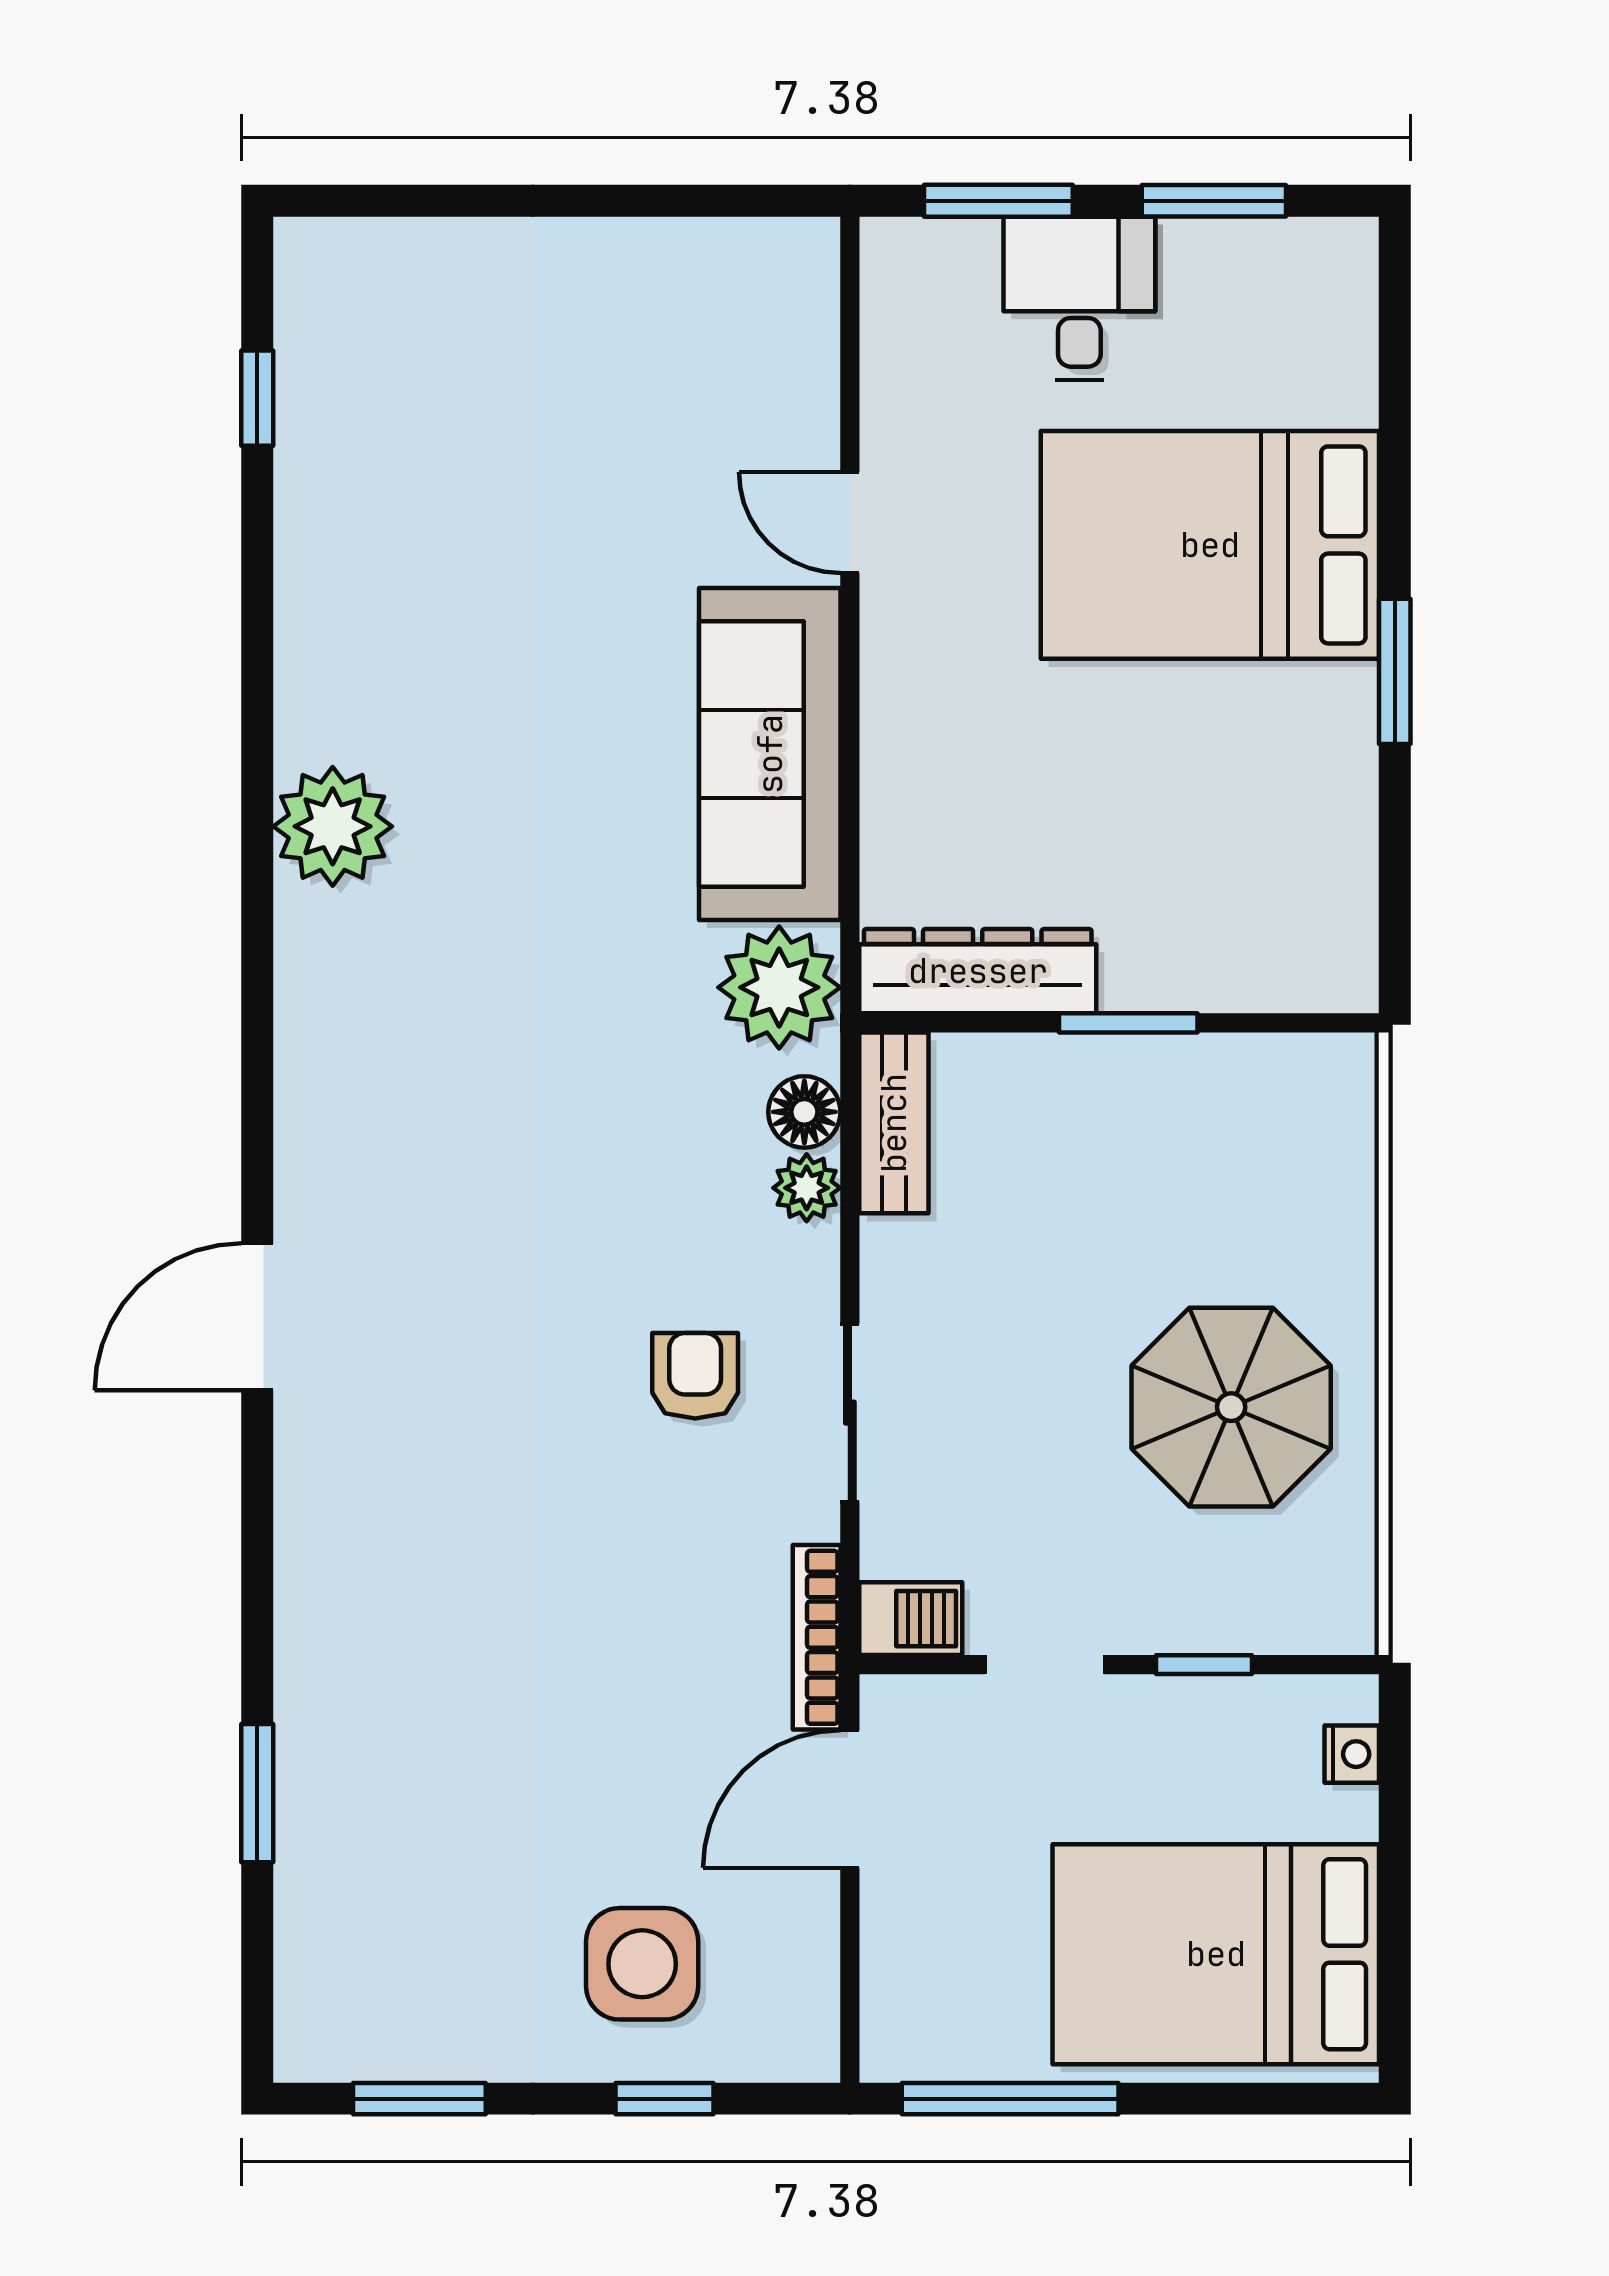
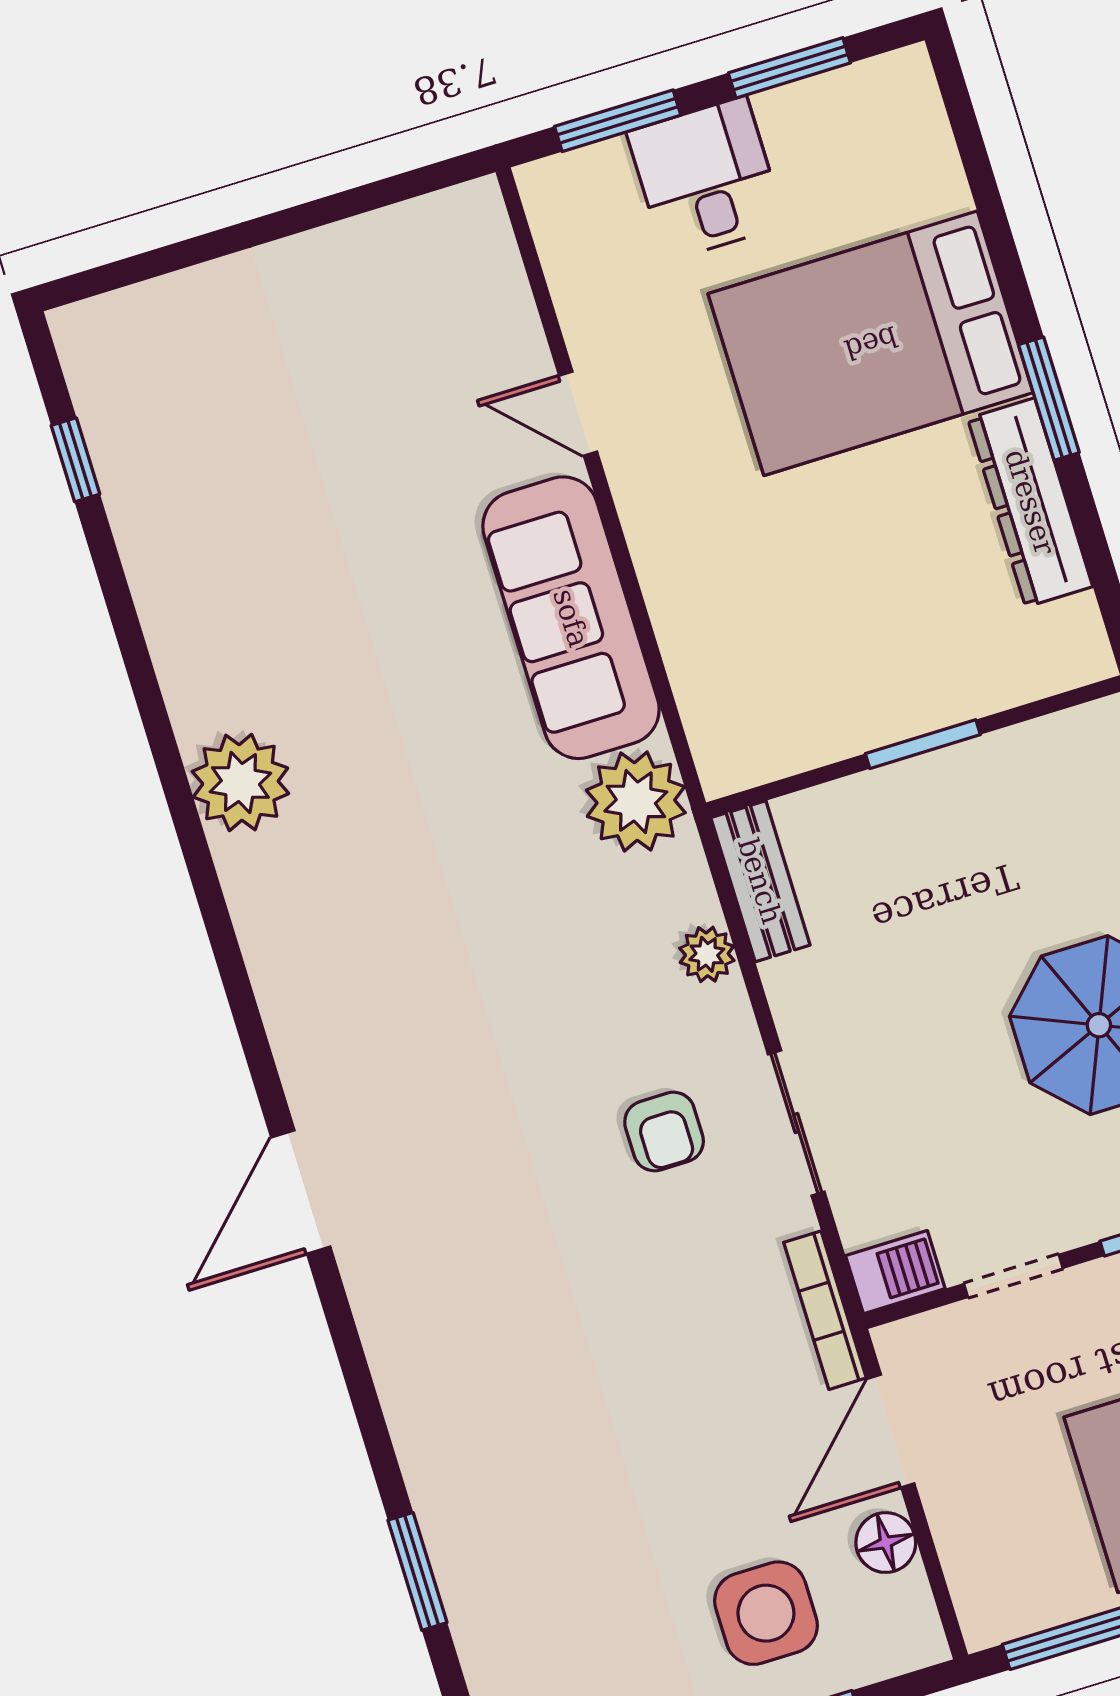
dresser: (978, 971) -> (1030, 502), moved, turned -90
floor lamp: (804, 1112) -> (886, 1543), moved
armchair: (695, 1376) -> (664, 1132), turned 180

